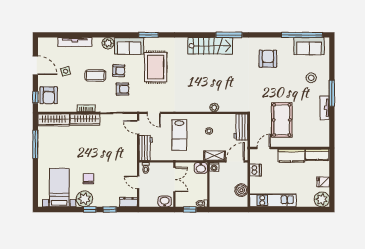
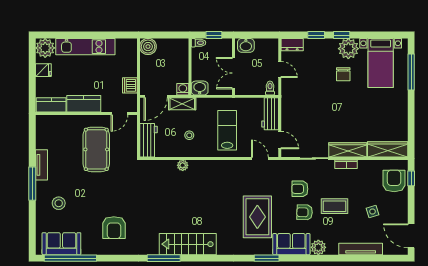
door: (35, 65) -> (411, 236), moved
window: (35, 144) -> (411, 72), moved
boiler: (241, 190) -> (148, 47), moved
kitchen unit: (273, 200) -> (85, 47), moved

